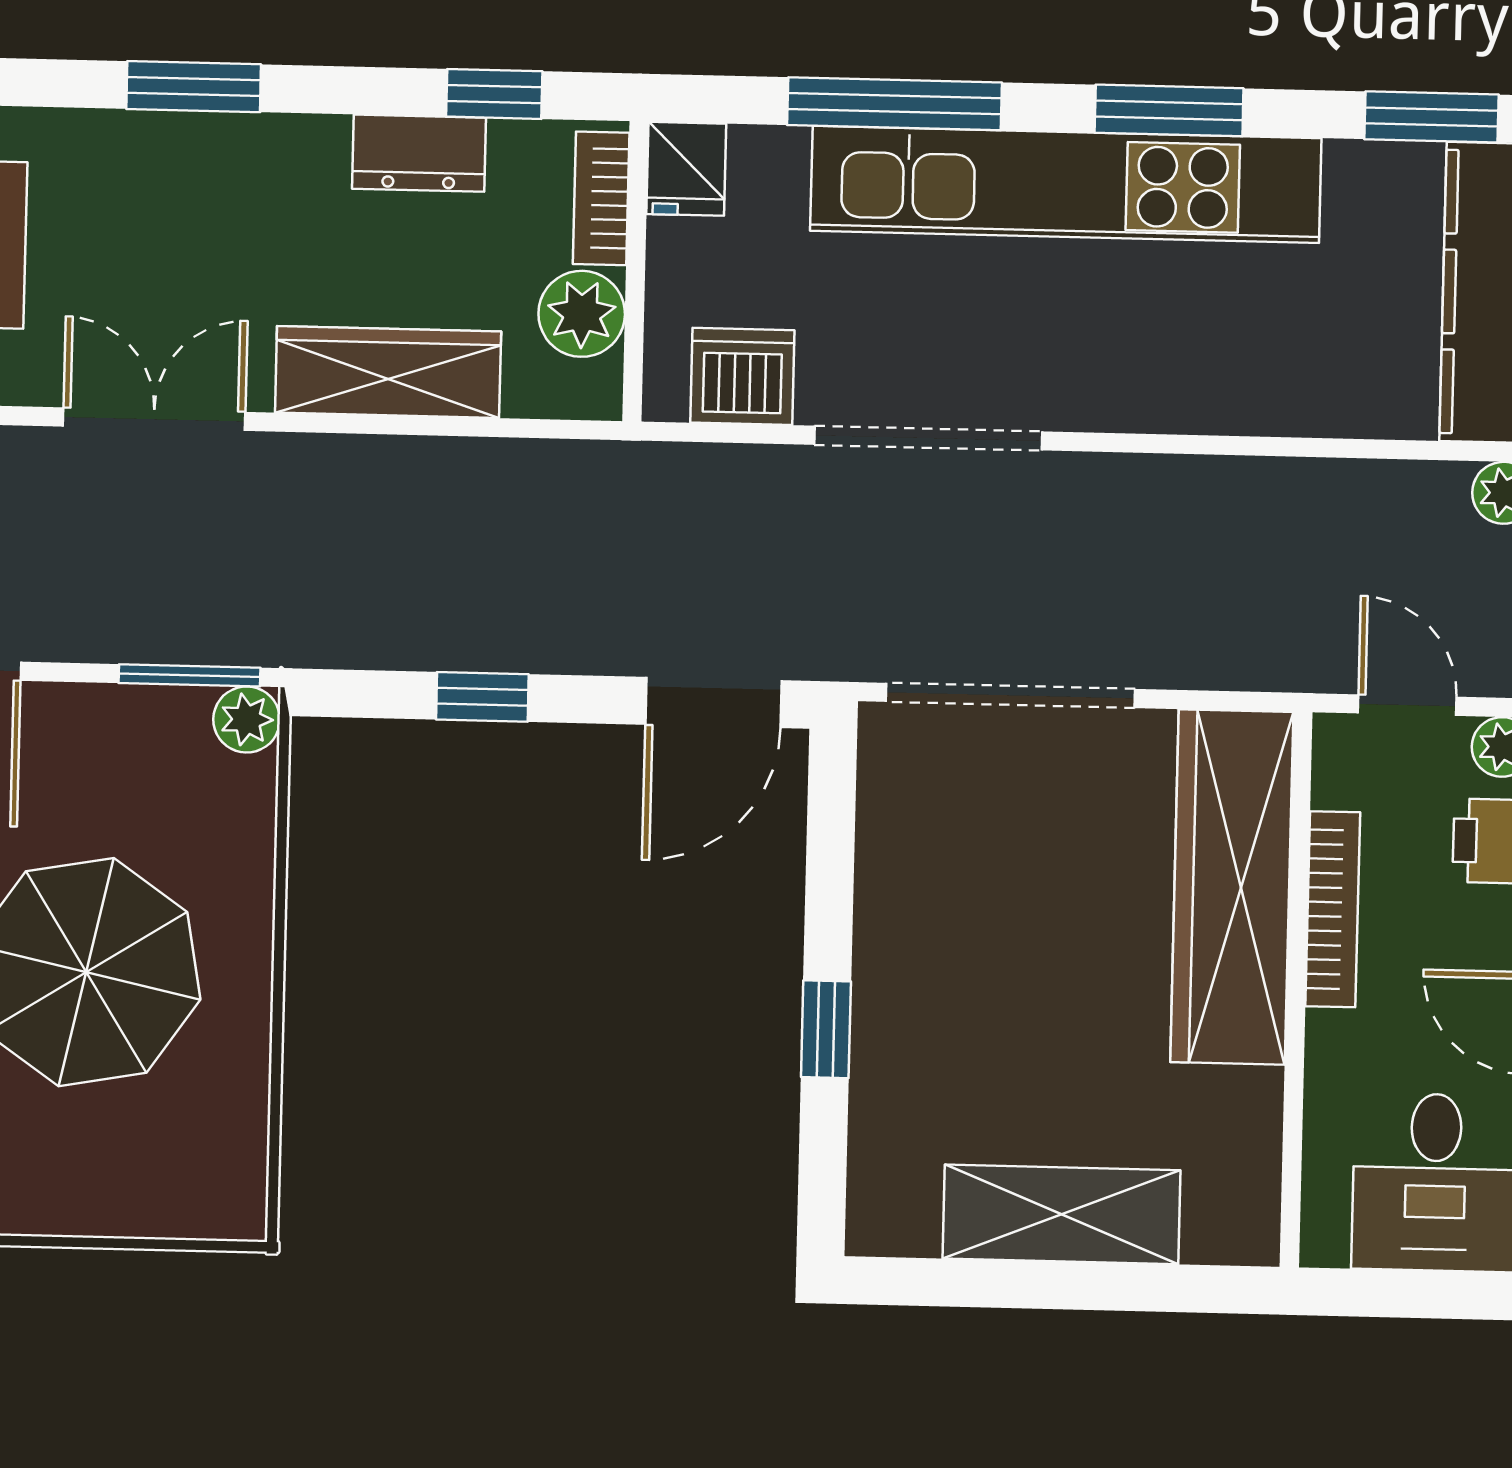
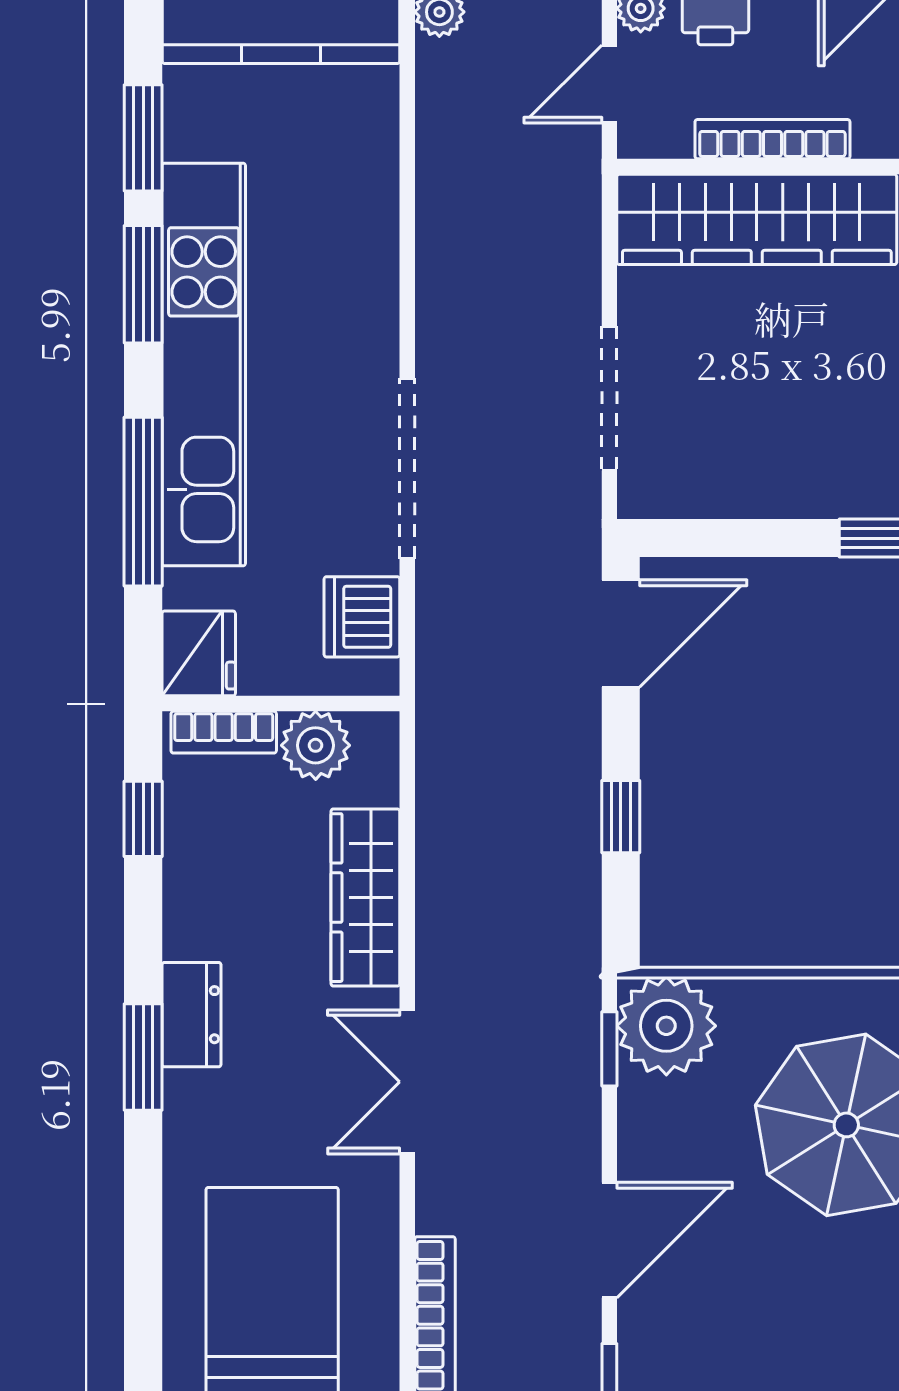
window: (1431, 117) -> (143, 138), moved
dresser: (419, 153) -> (191, 1015), moved
fridge: (686, 169) -> (199, 653), width x1.38
window: (189, 675) -> (609, 1049), width x0.67
doorway: (1011, 695) -> (609, 398), width x0.73
door: (713, 703) -> (621, 633), hinge flipped
plant: (247, 720) -> (666, 1026), width x1.88, depth x1.88

